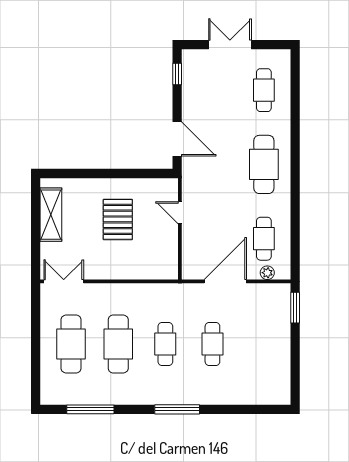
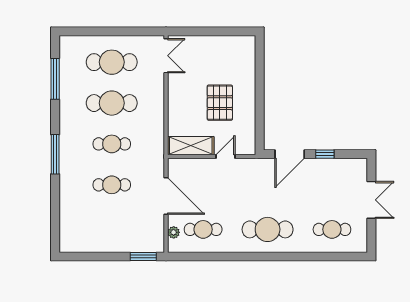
window: (177, 74) -> (325, 154), moved
shelving: (51, 215) -> (191, 146), moved
pallet: (118, 219) -> (220, 103), turned 90

